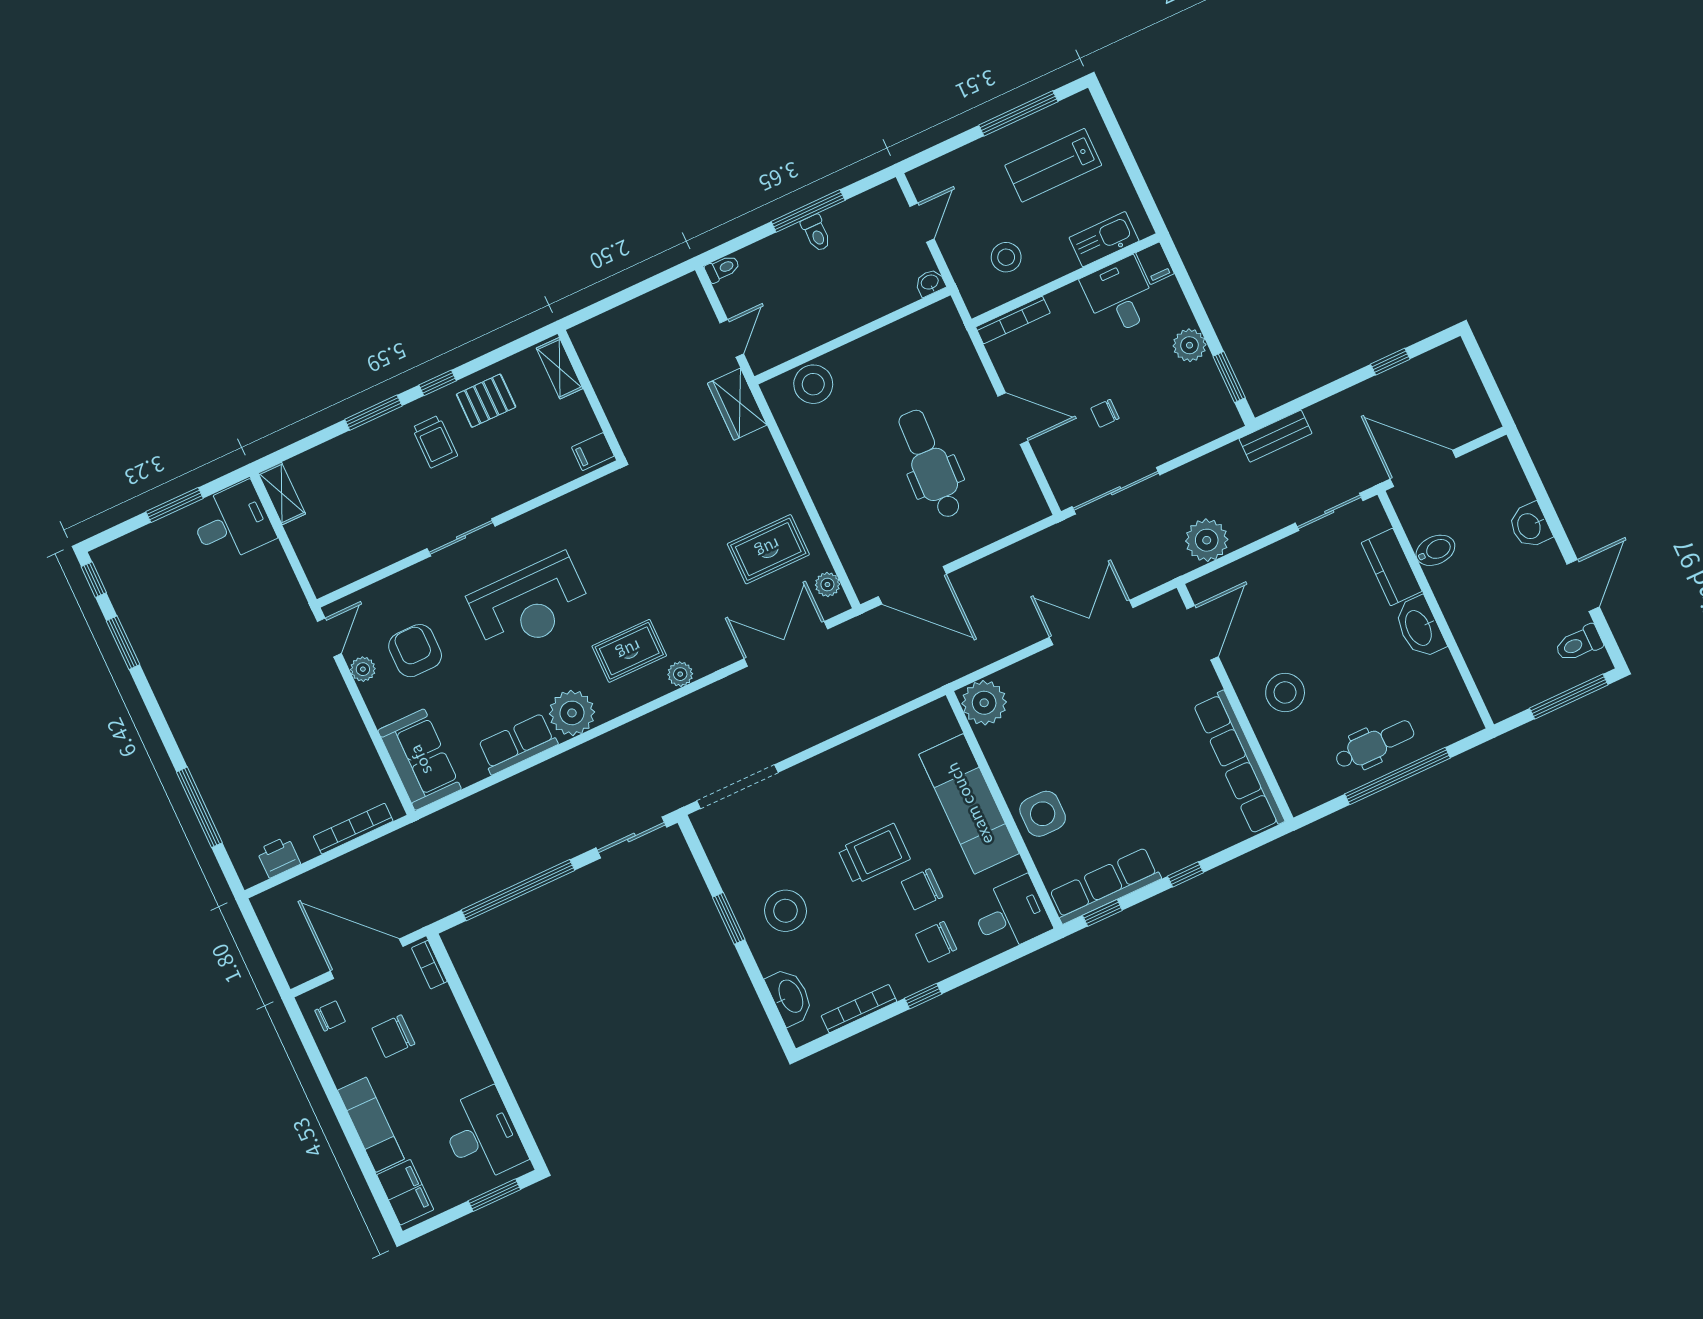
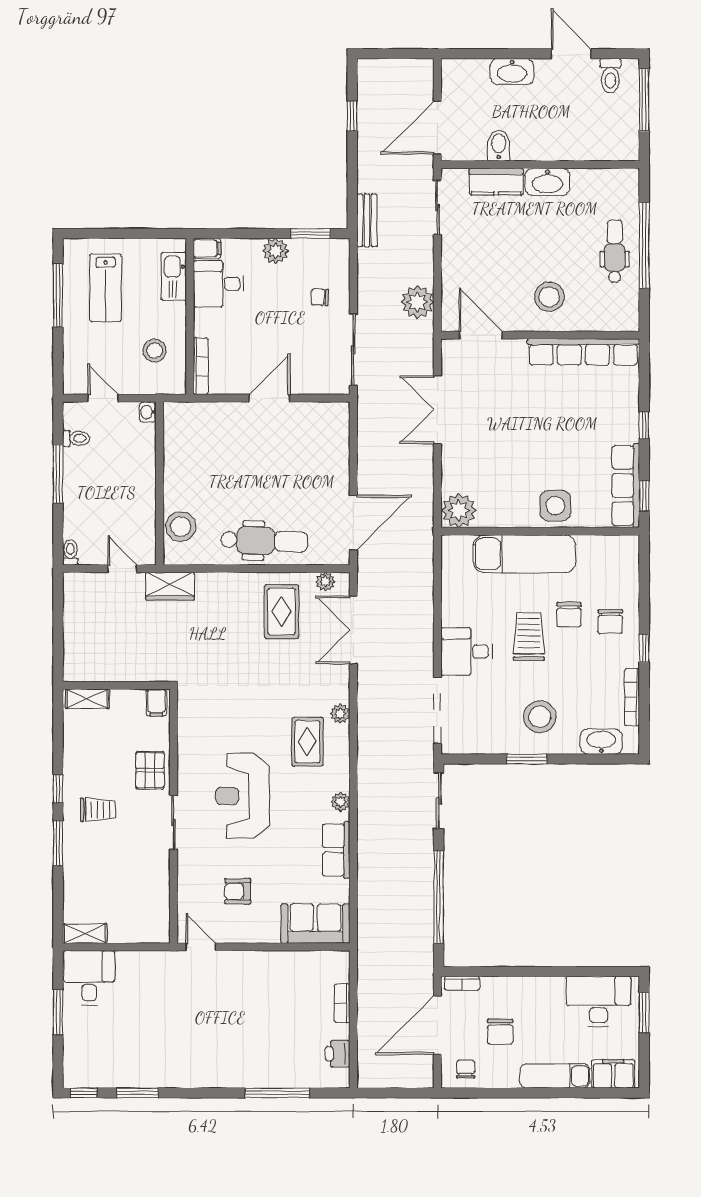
toilet: (816, 233) -> (76, 438), moved
pallet: (486, 401) -> (150, 770), moved
chair: (1105, 413) -> (320, 297), moved, turned 93
dental chair: (930, 464) -> (264, 541), moved, turned 180
washbasin: (1530, 526) -> (512, 72), width x1.38
reception desk: (530, 604) -> (243, 796), turned 180
armchair: (415, 651) -> (238, 891), width x0.72, depth x0.72
plant: (363, 669) -> (234, 934), removed
plant: (572, 713) -> (340, 802), width x0.53, depth x0.53
bookcase: (353, 829) -> (342, 1003), width x0.64
desk: (1011, 915) -> (467, 651), moved, turned -90

